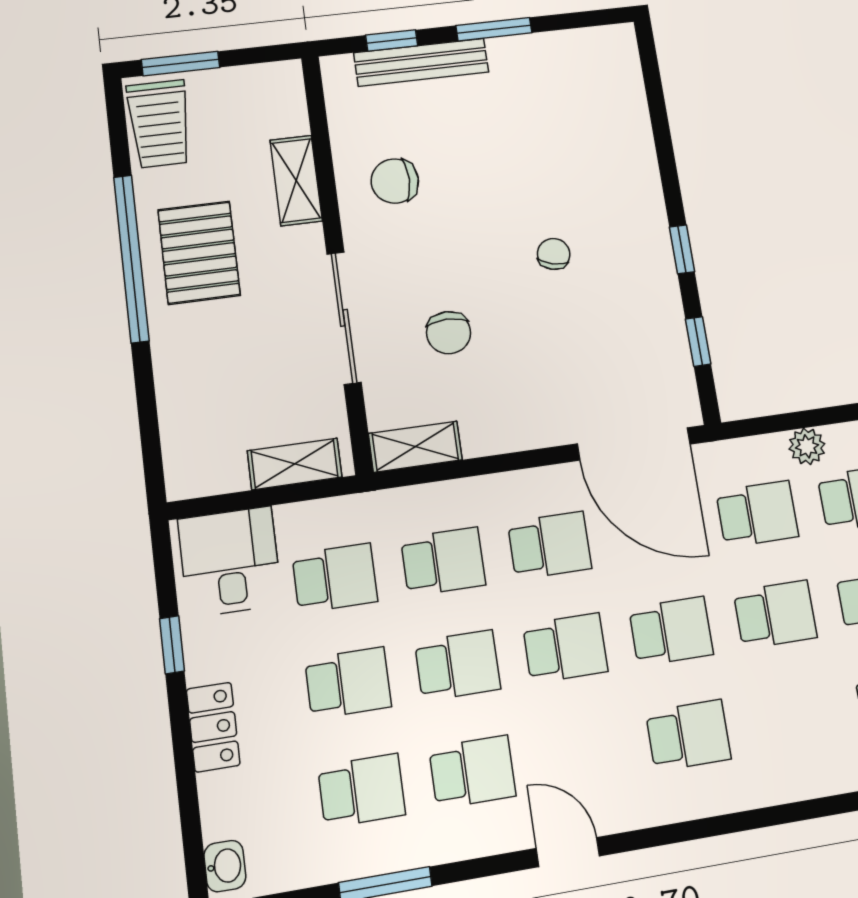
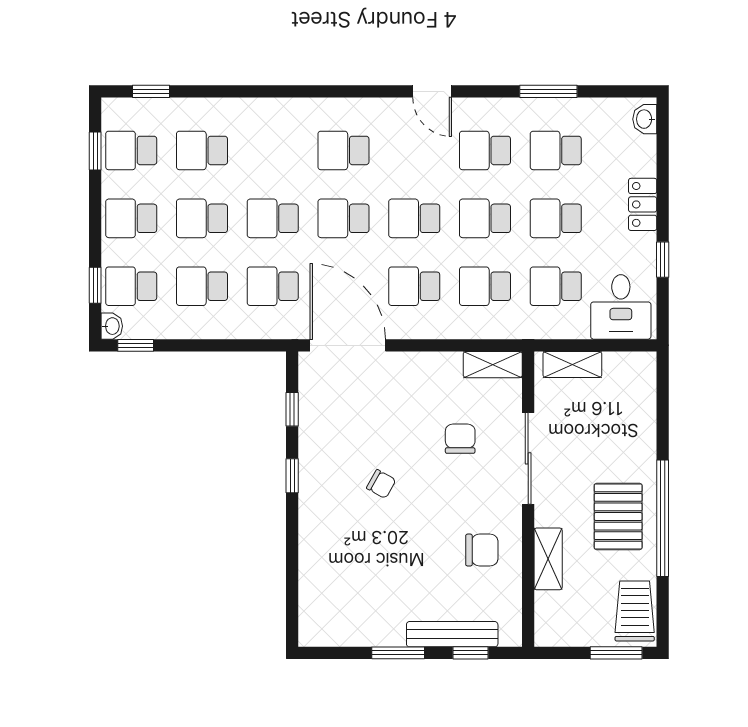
chair: (554, 254) -> (381, 484), turned -76
plant: (807, 446) -> (230, 327), removed

